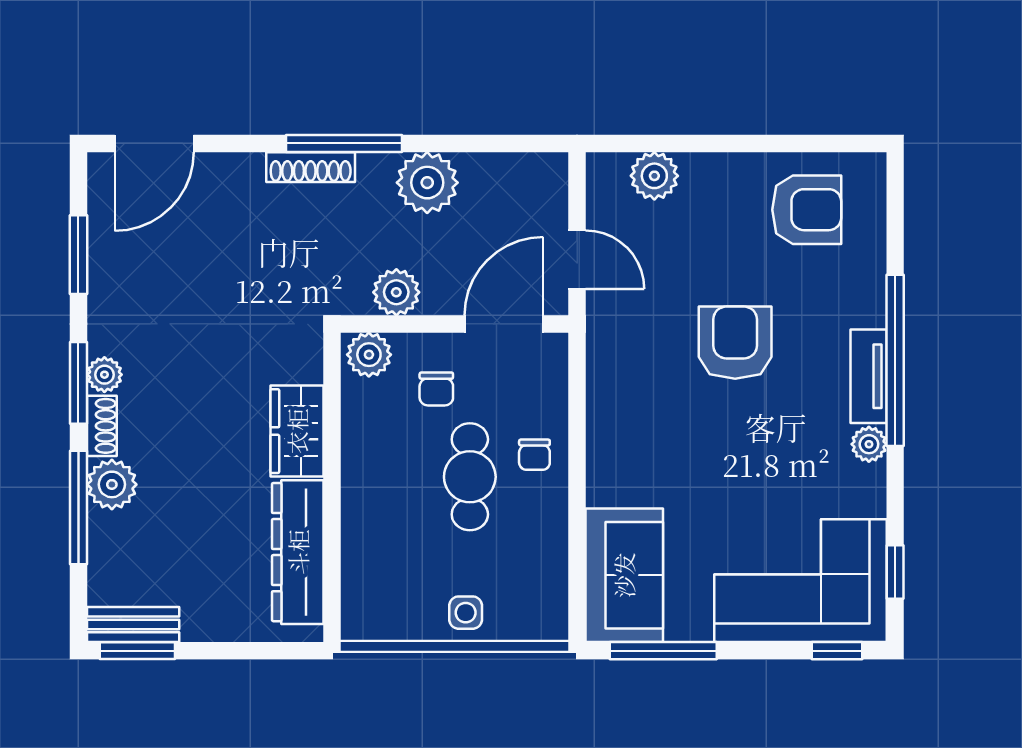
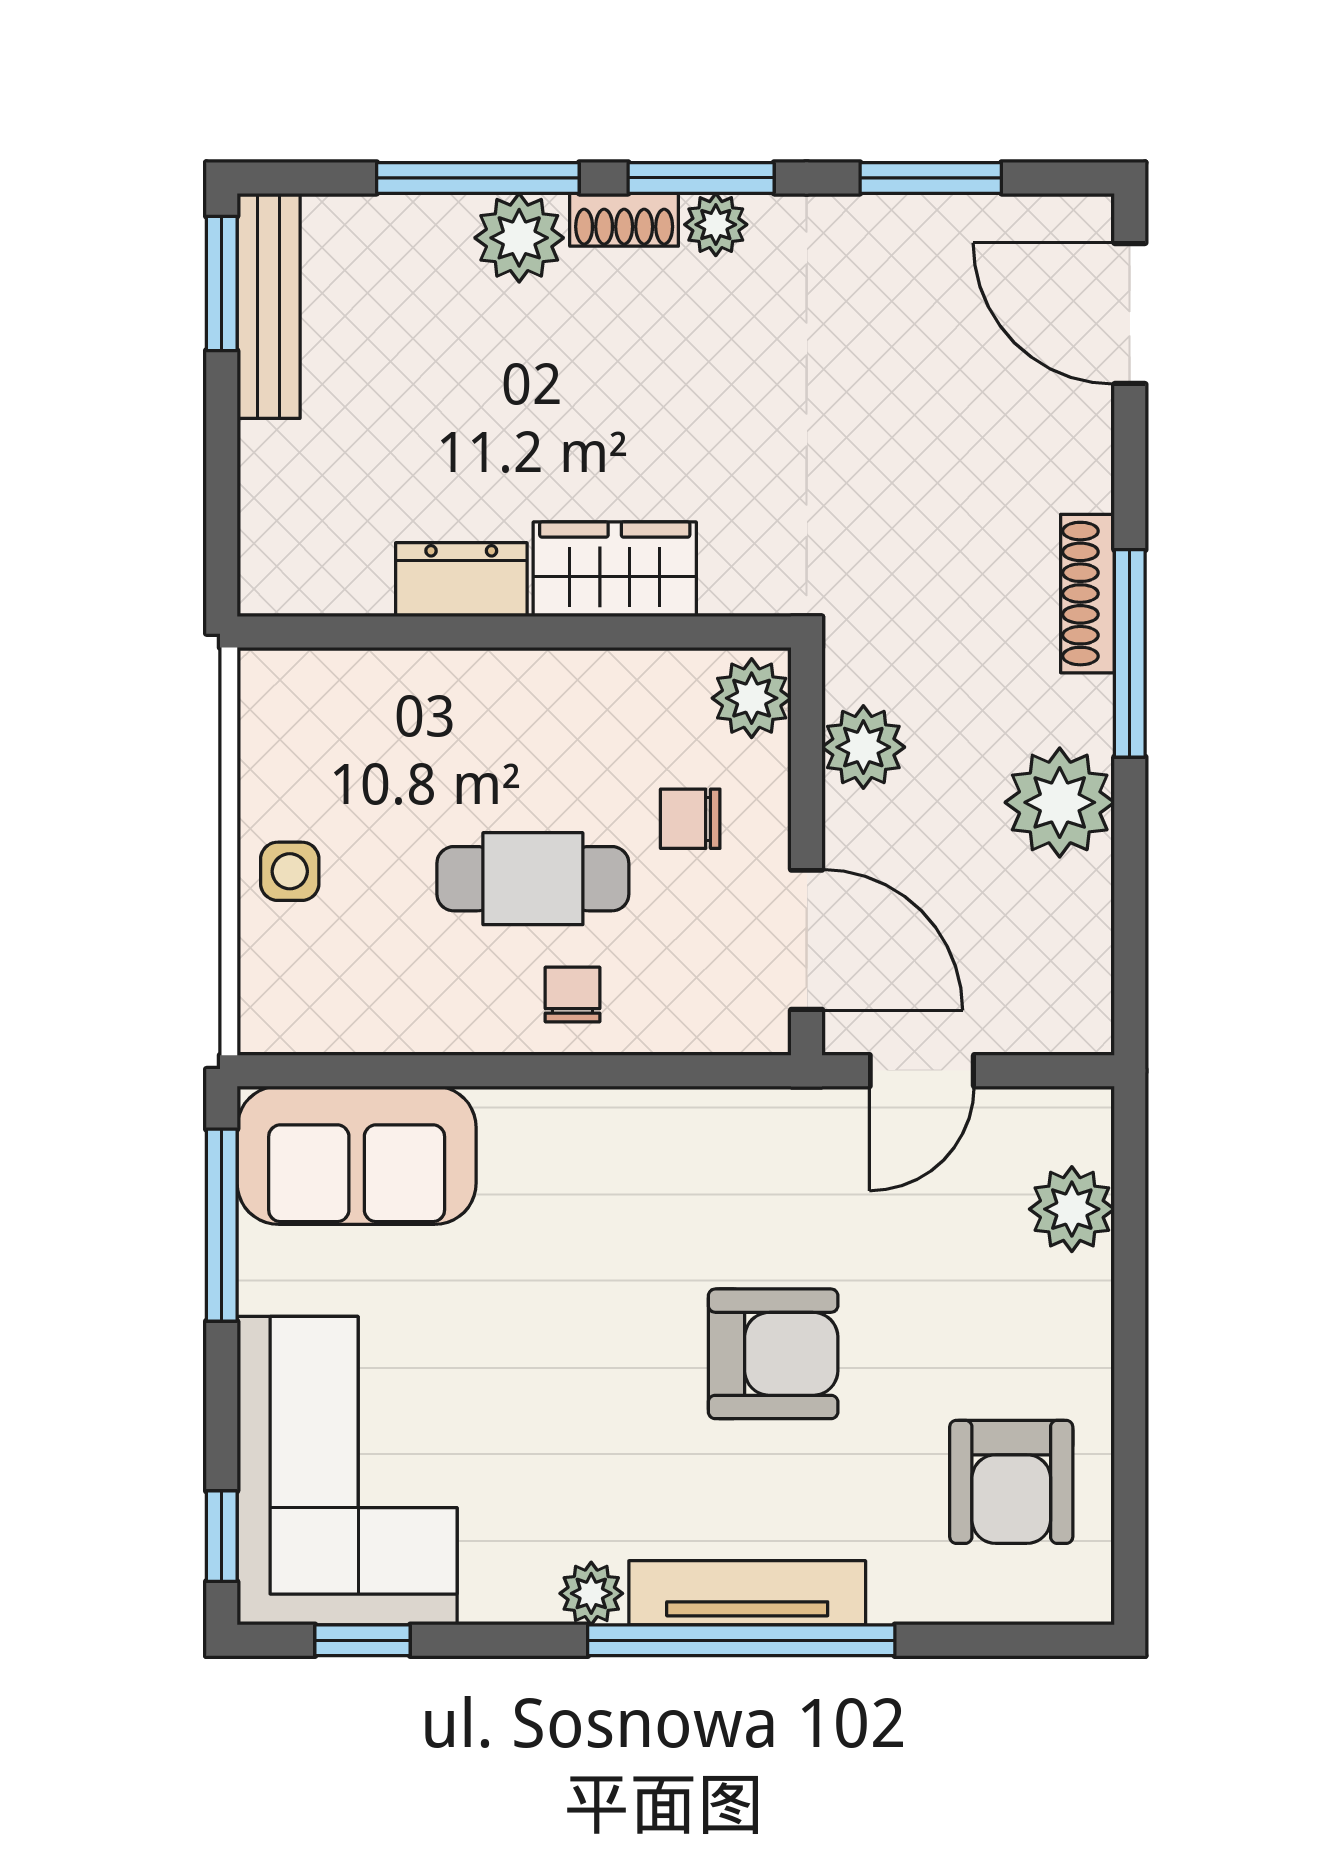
tv unit: (869, 376) -> (747, 1593), width x1.41
chair: (534, 455) -> (572, 995), turned 90
dresser: (298, 552) -> (461, 580), width x0.51, depth x0.80
bench: (133, 624) -> (269, 306), width x1.36

